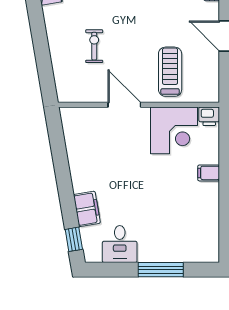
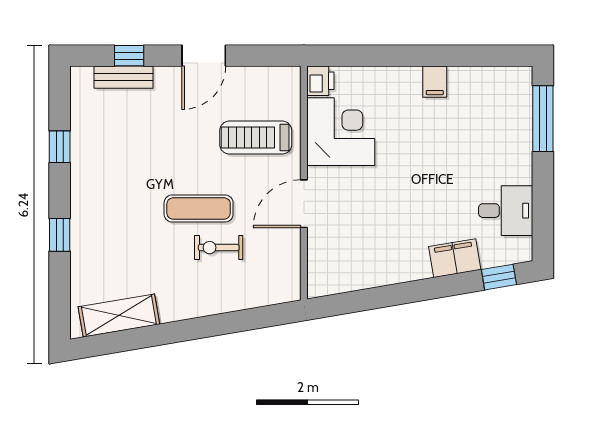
exercise mat: (121, 32) -> (199, 208), added
filing cabinet: (209, 173) -> (435, 82), moved
window: (161, 270) -> (543, 119), moved

